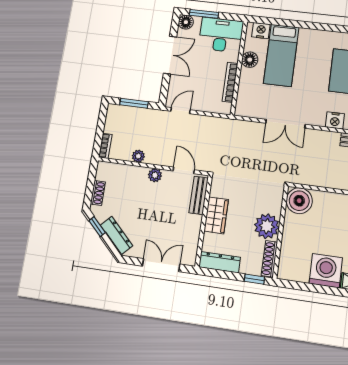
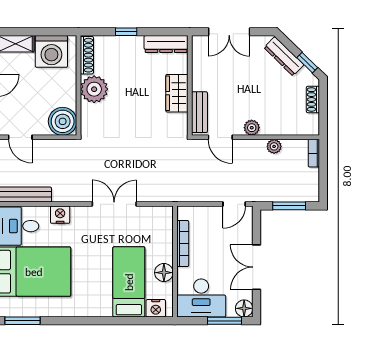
boiler: (299, 201) -> (63, 121), moved
plant: (267, 226) -> (94, 89), moved
wall: (281, 232) -> (79, 85), moved
shoe rack: (269, 259) -> (87, 55), moved

